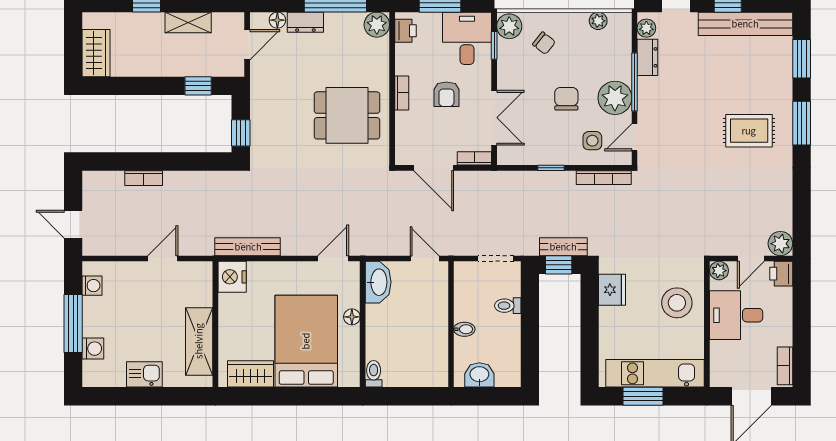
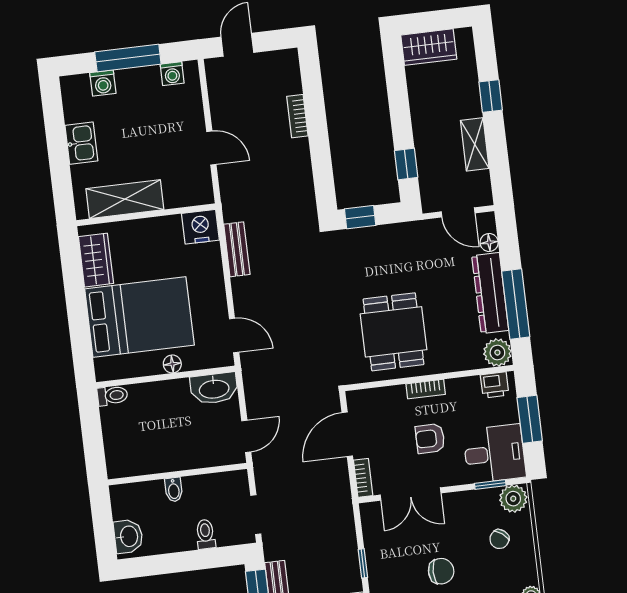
dresser: (305, 22) -> (490, 293), width x1.96, depth x1.24
bench: (248, 247) -> (237, 249), width x0.73
washbasin: (479, 375) -> (128, 536), moved

